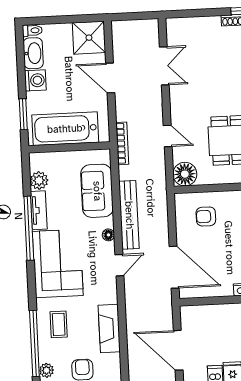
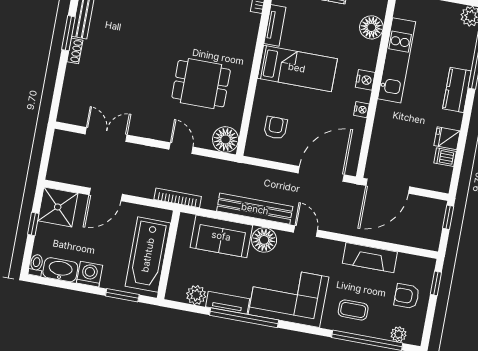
window: (69, 19) -> (33, 224), added
door: (168, 136) -> (181, 148), hinge flipped
armchair: (206, 216) -> (276, 128), turned 180
floor lamp: (108, 235) -> (264, 240), width x1.89, depth x1.89
door: (178, 350) -> (388, 186), moved

